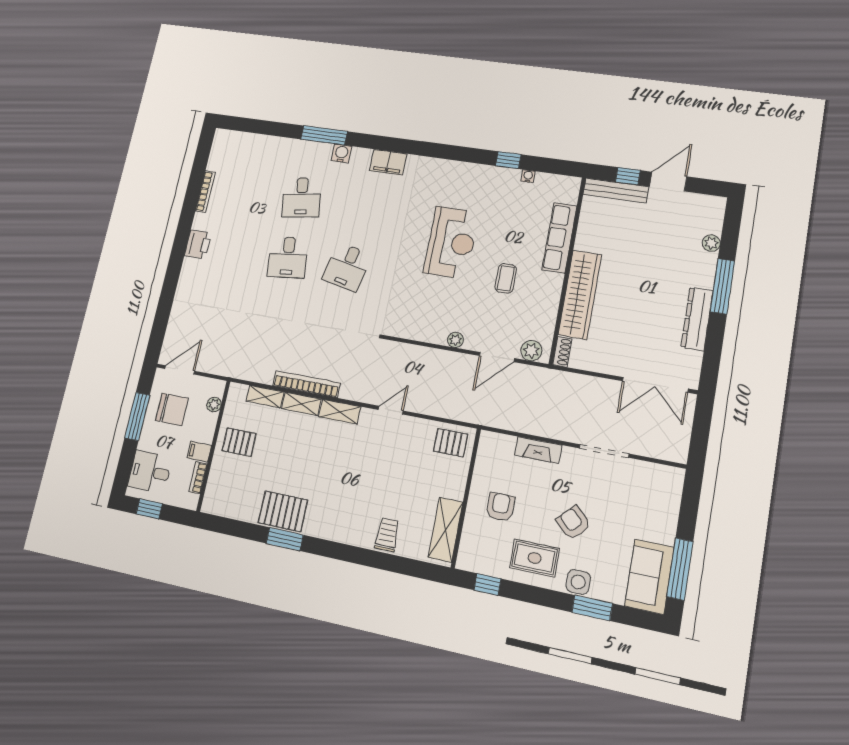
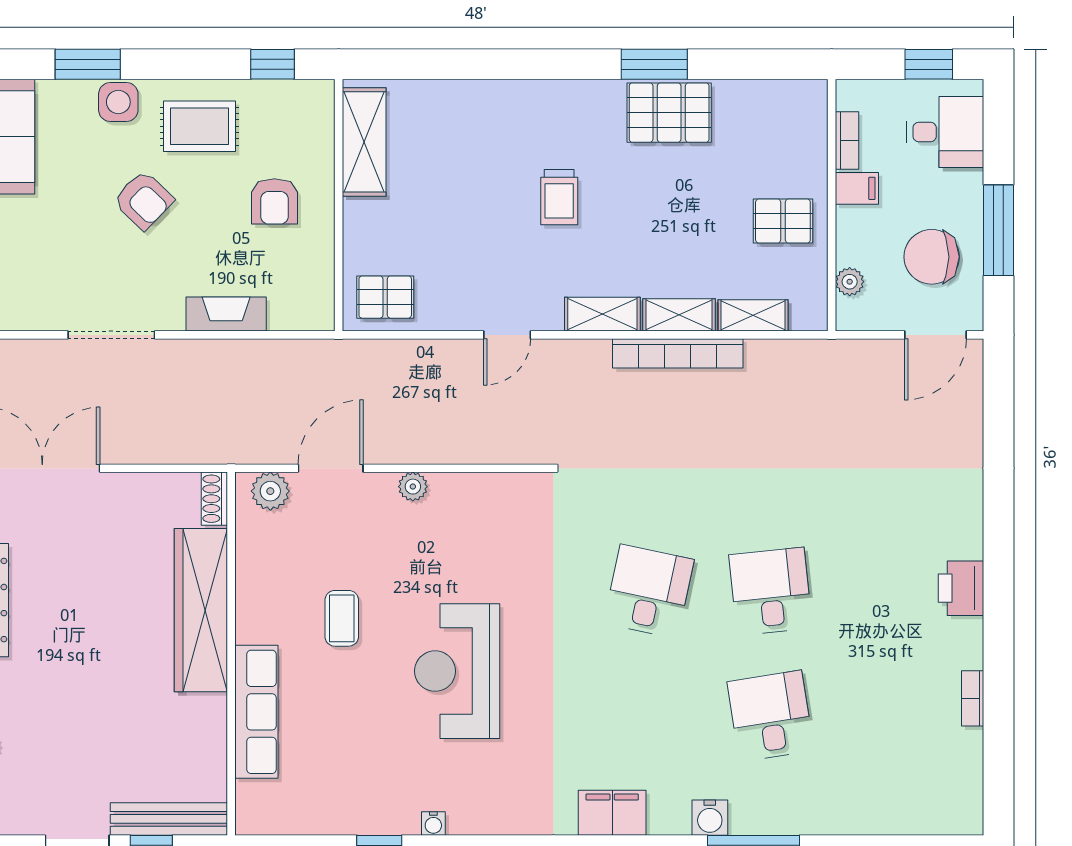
water cooler: (528, 176) -> (433, 823), moved
bookcase: (205, 192) -> (973, 698), width x0.64
trolley: (387, 535) -> (559, 197), moved

